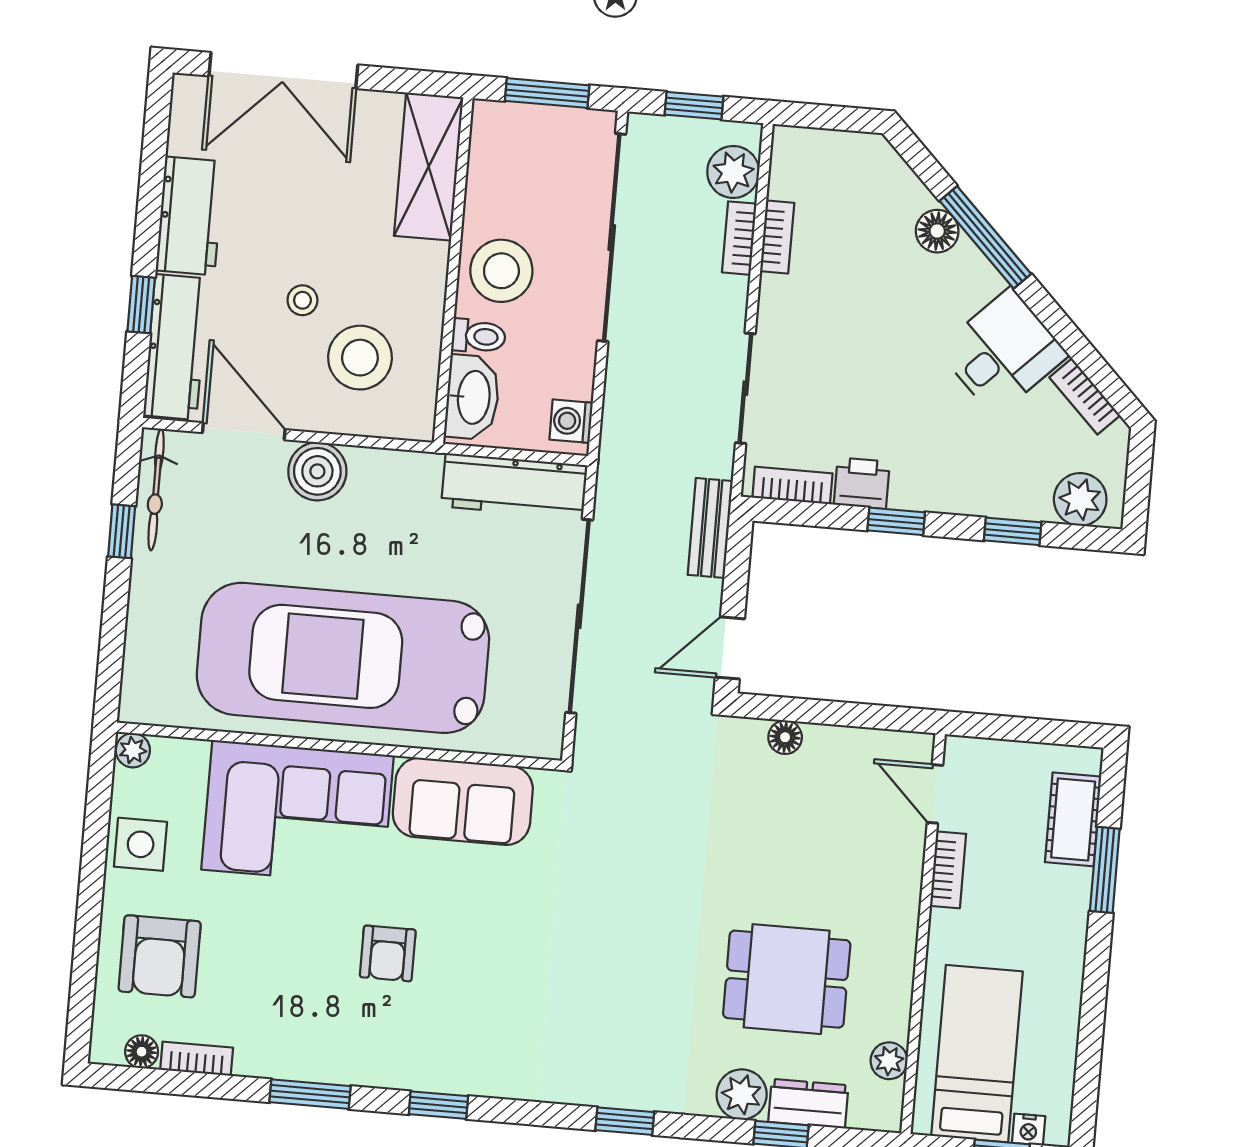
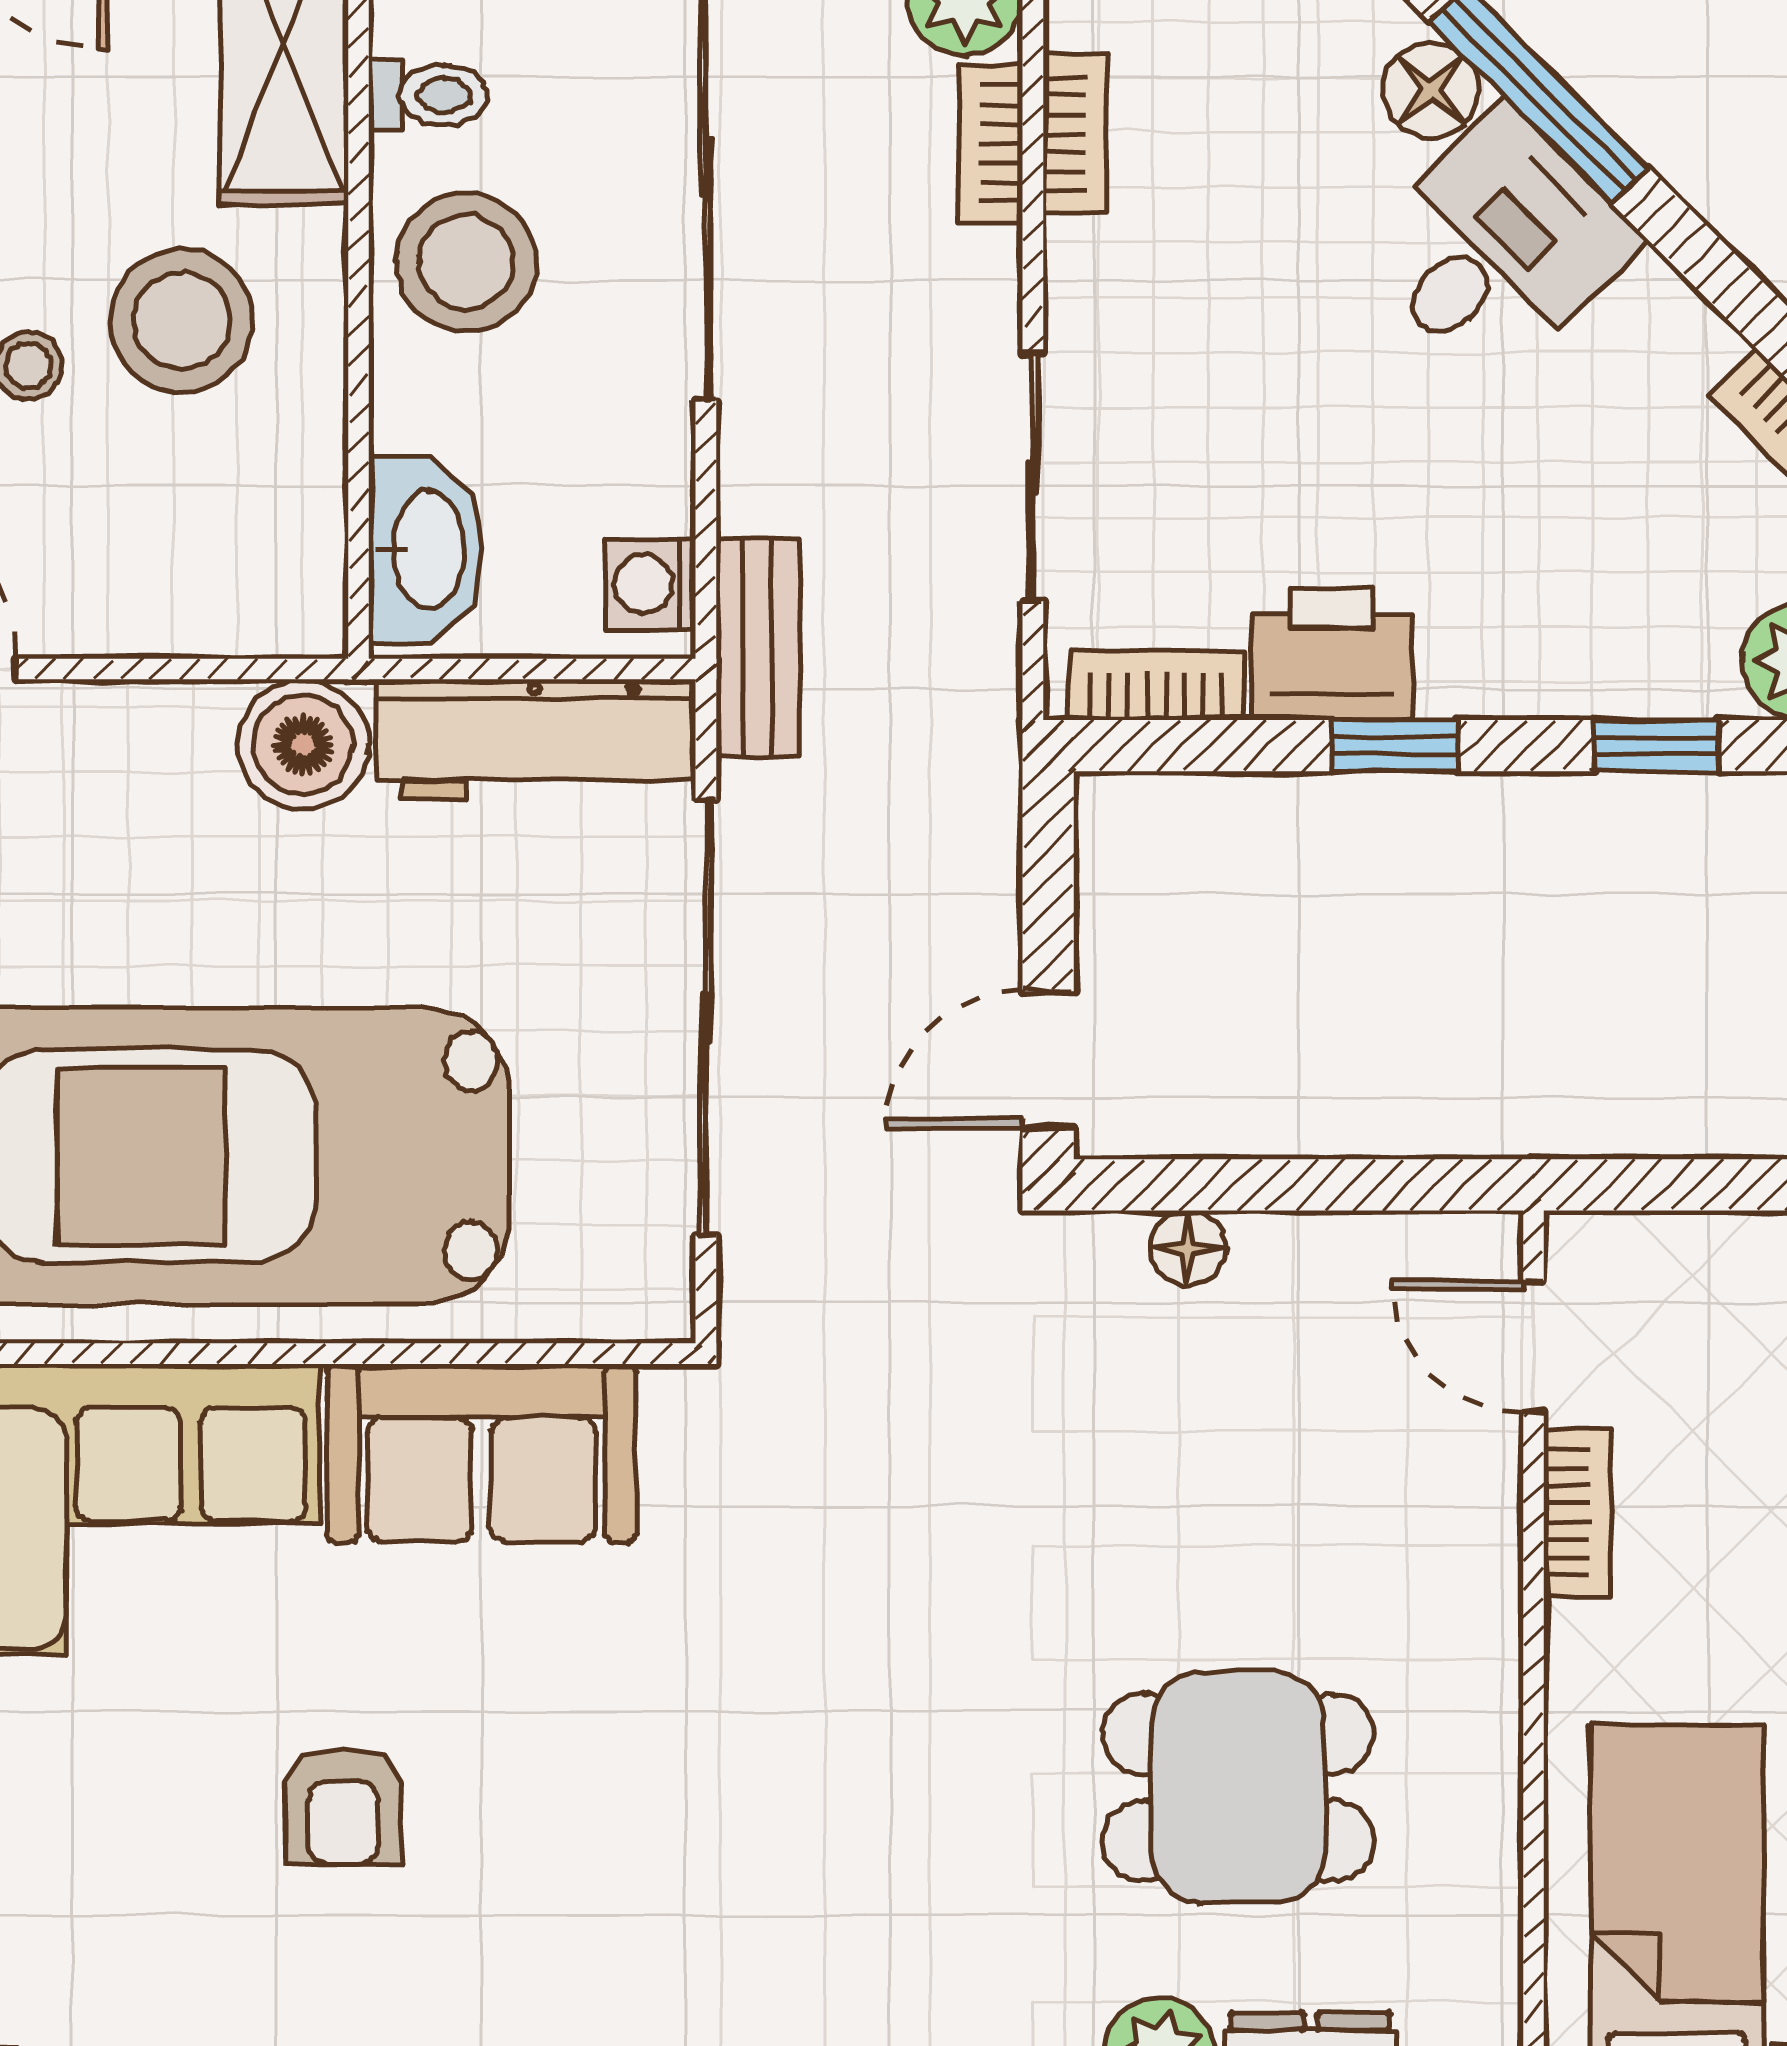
toilet: (479, 336) -> (428, 95), moved
desk: (1003, 352) -> (1498, 246), moved
stool: (360, 358) -> (182, 321), moved
boiler: (317, 471) -> (303, 744), moved
printer: (862, 483) -> (1332, 654), width x1.36, depth x1.24
bench: (710, 528) -> (758, 648), moved
plant: (889, 1061) -> (1482, 1950), removed

